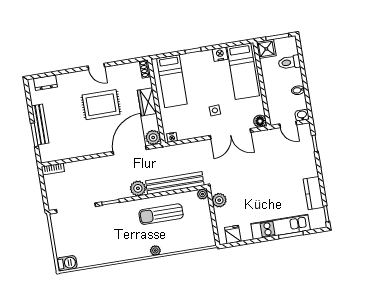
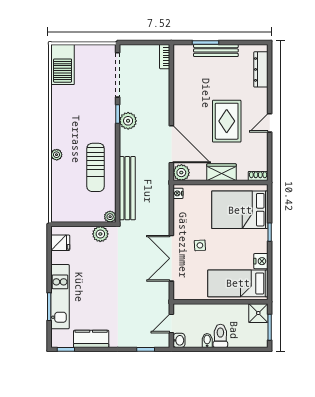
toilet: (289, 62) -> (220, 336), moved
bed: (172, 81) -> (240, 210), width x1.50
dresser: (46, 83) -> (261, 69), width x1.44
floor lamp: (260, 121) -> (180, 293), removed
plant: (138, 188) -> (128, 121), moved
sun lounger: (161, 214) -> (96, 167), turned 180
barbecue: (67, 263) -> (63, 64), width x1.88, depth x1.53

